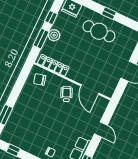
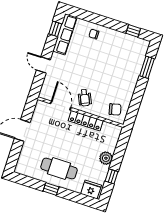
window: (41, 39) -> (119, 153), removed
locker: (53, 65) -> (86, 121), moved

